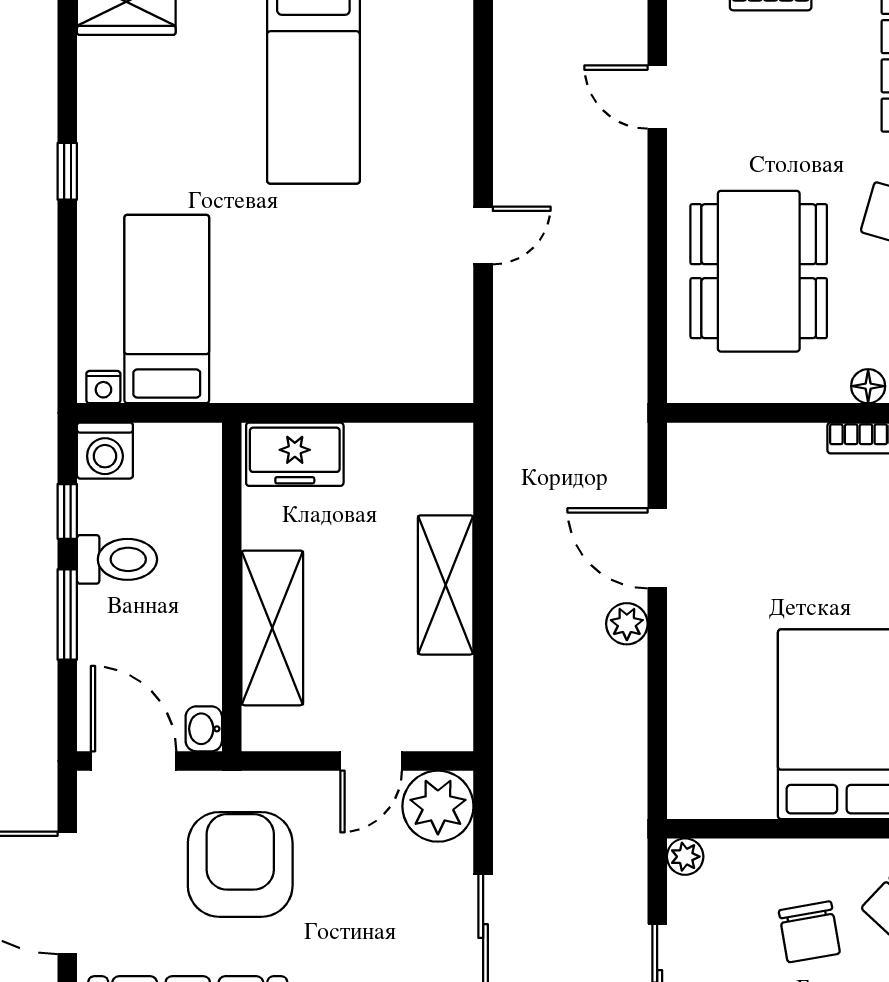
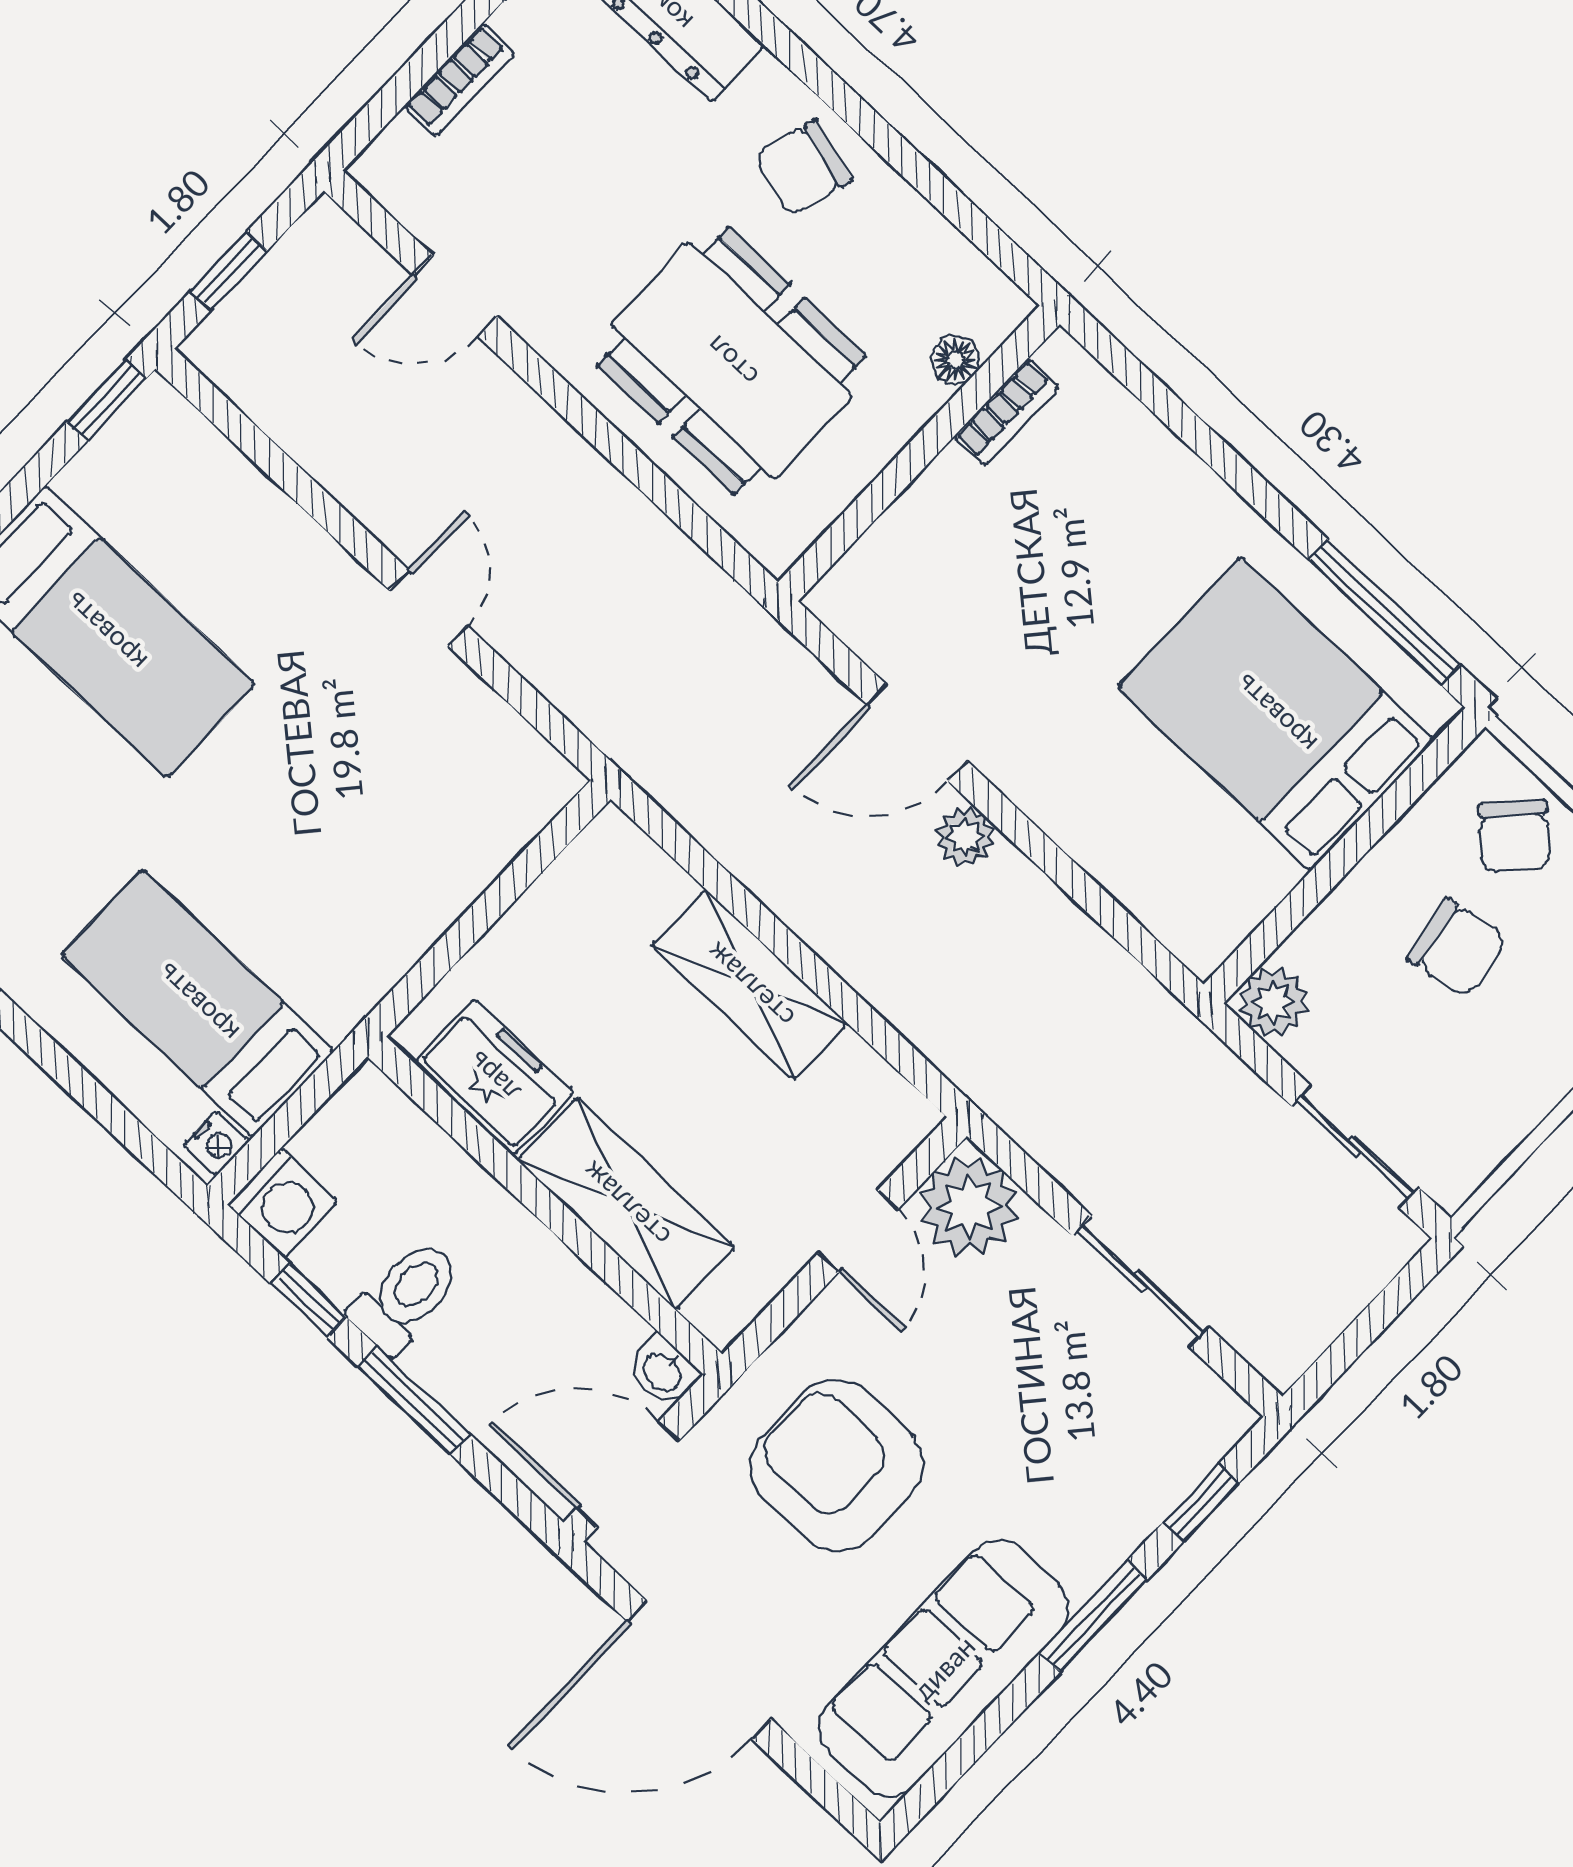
freezer: (295, 454) -> (494, 1077), moved, turned -90
plant: (685, 857) -> (1273, 1002), width x1.38, depth x1.38

